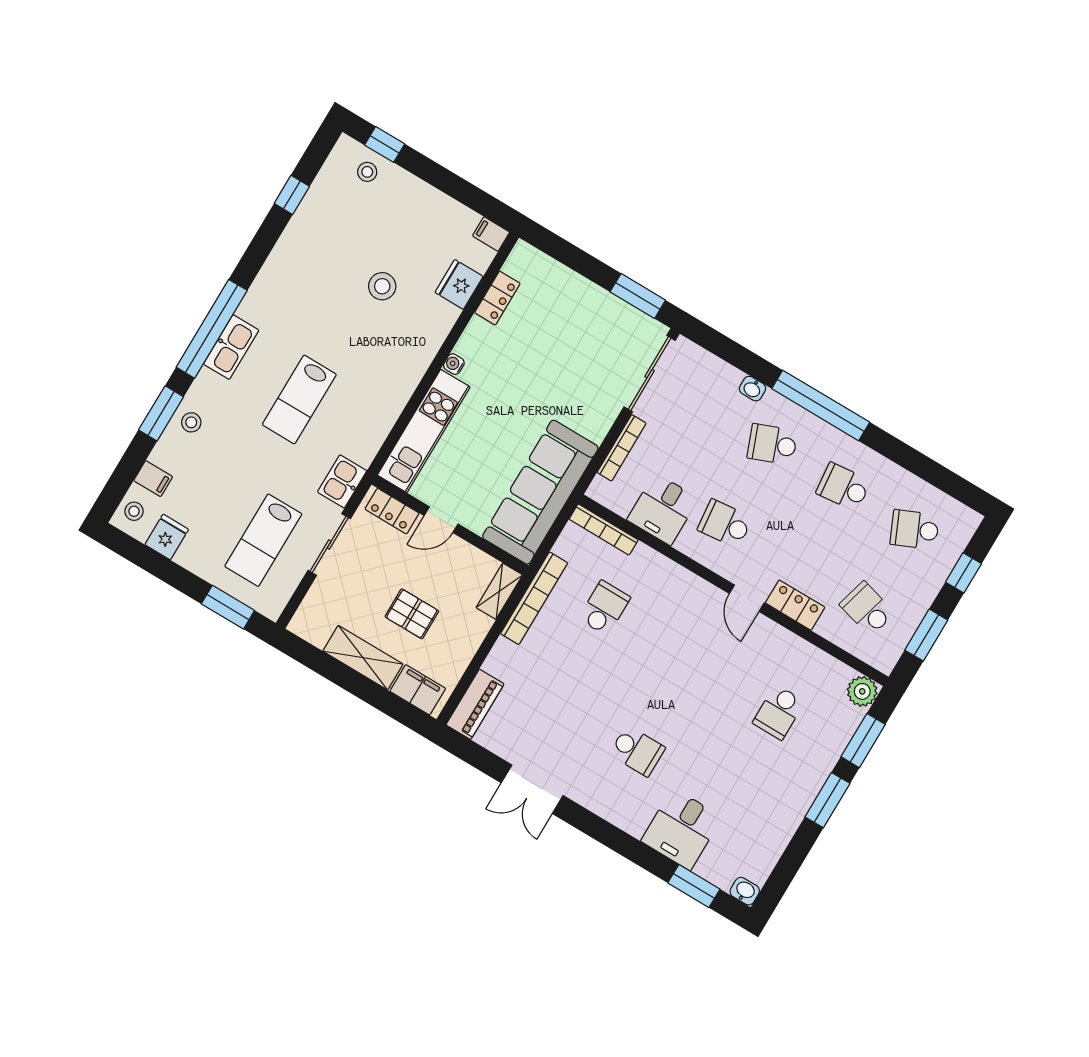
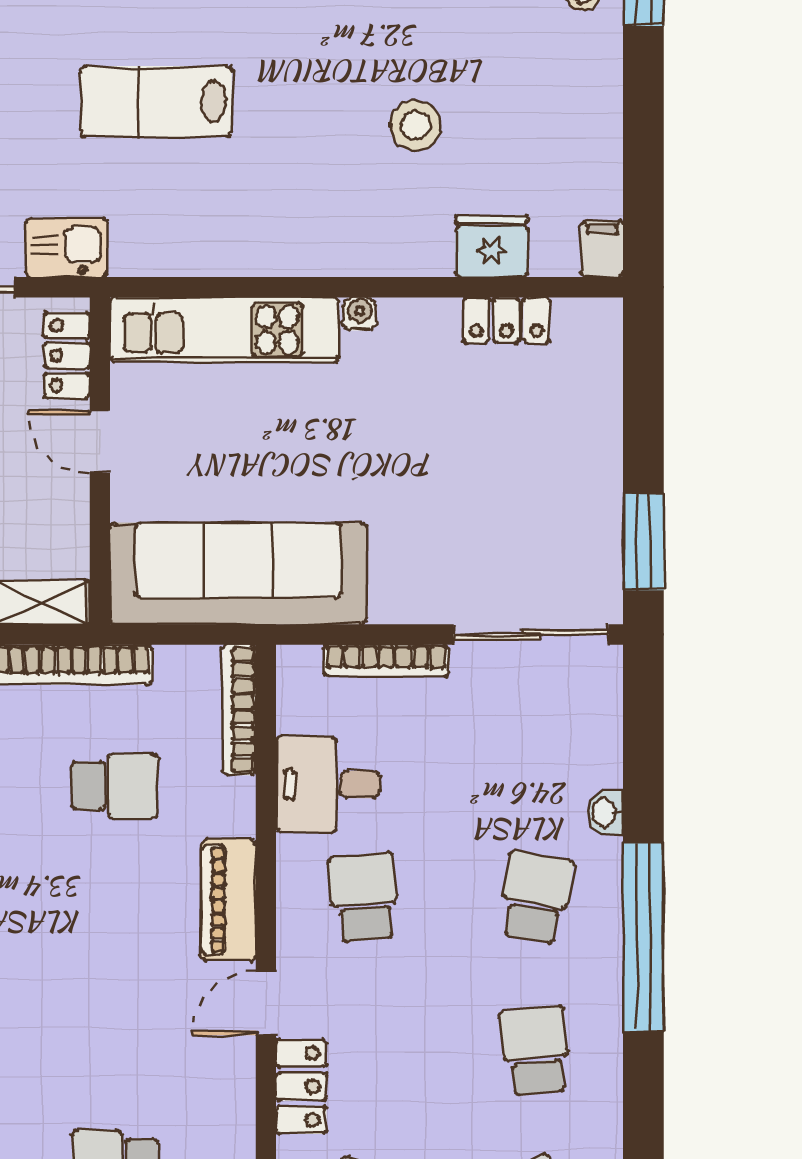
school desk: (772, 444) -> (535, 897), turned 30
piano: (689, 587) -> (229, 900), added

